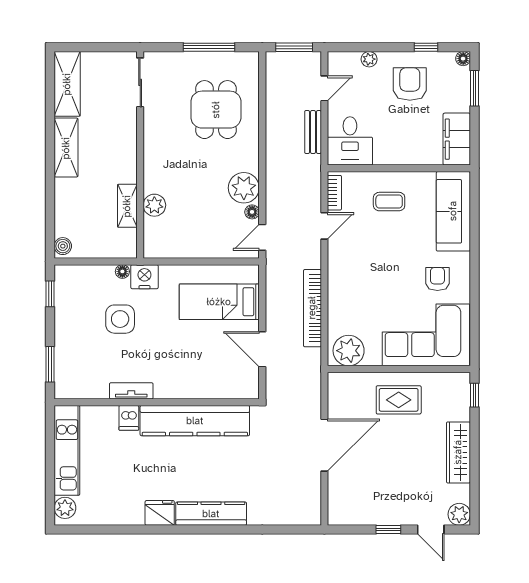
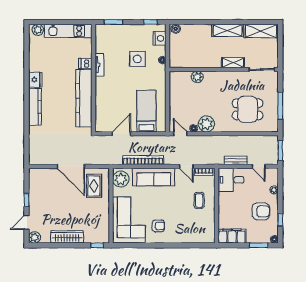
shelving: (127, 206) -> (233, 63), moved
sofa: (453, 211) -> (154, 177), moved, turned 180
nightstand: (144, 277) -> (160, 38), moved
rug: (399, 400) -> (94, 186), moved

